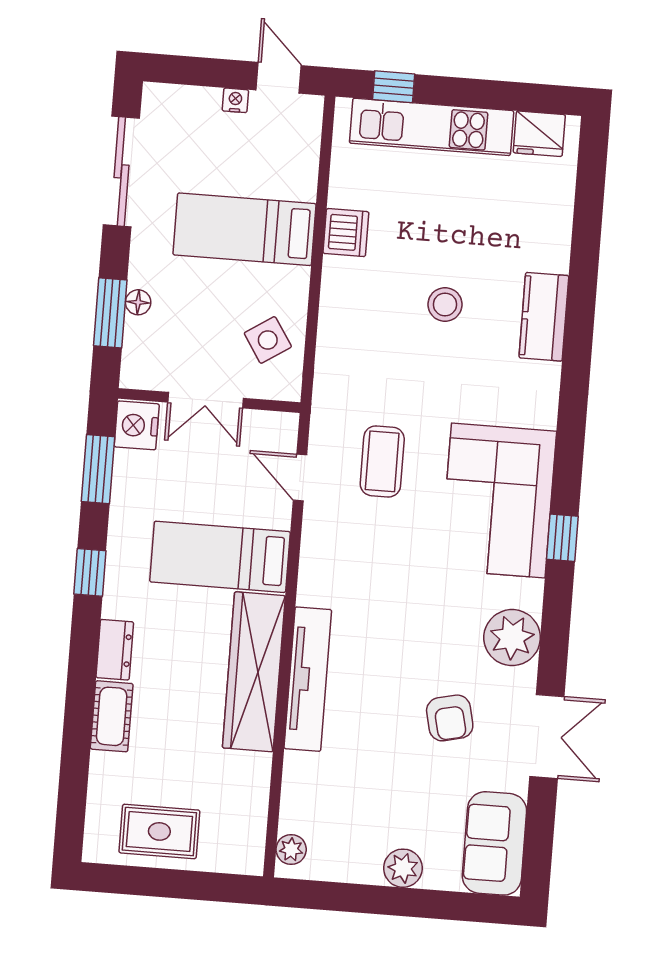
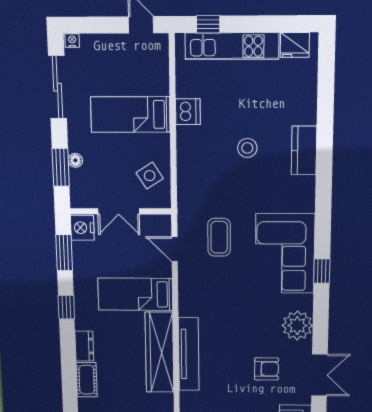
nightstand: (235, 100) -> (72, 41), moved
armchair: (450, 718) -> (266, 369), turned -77

